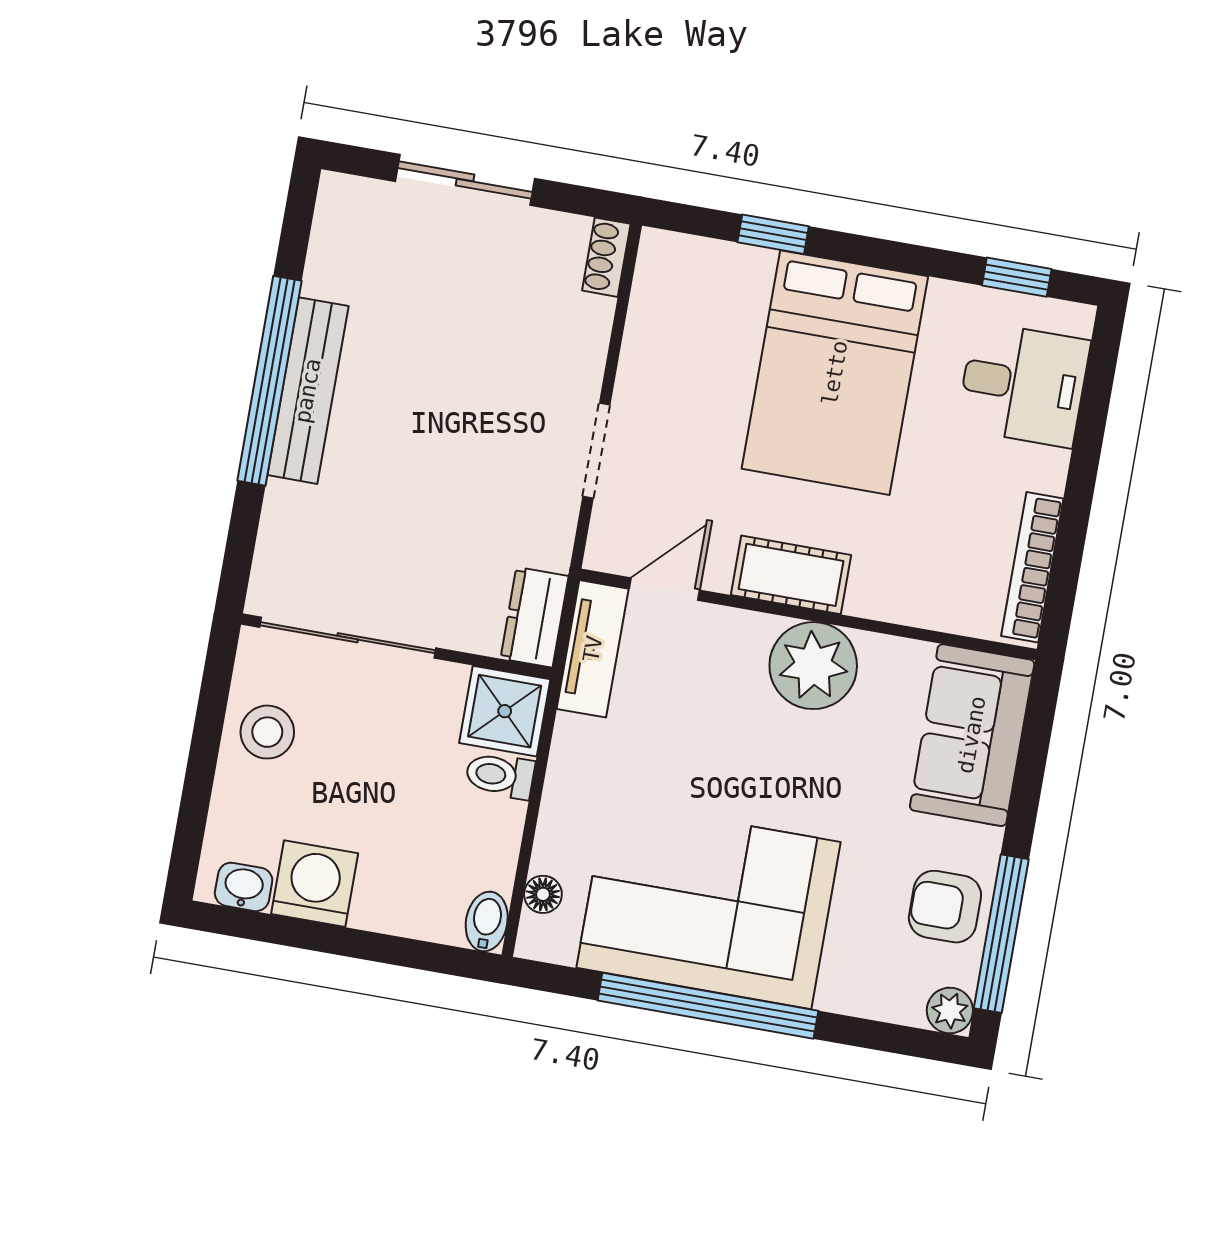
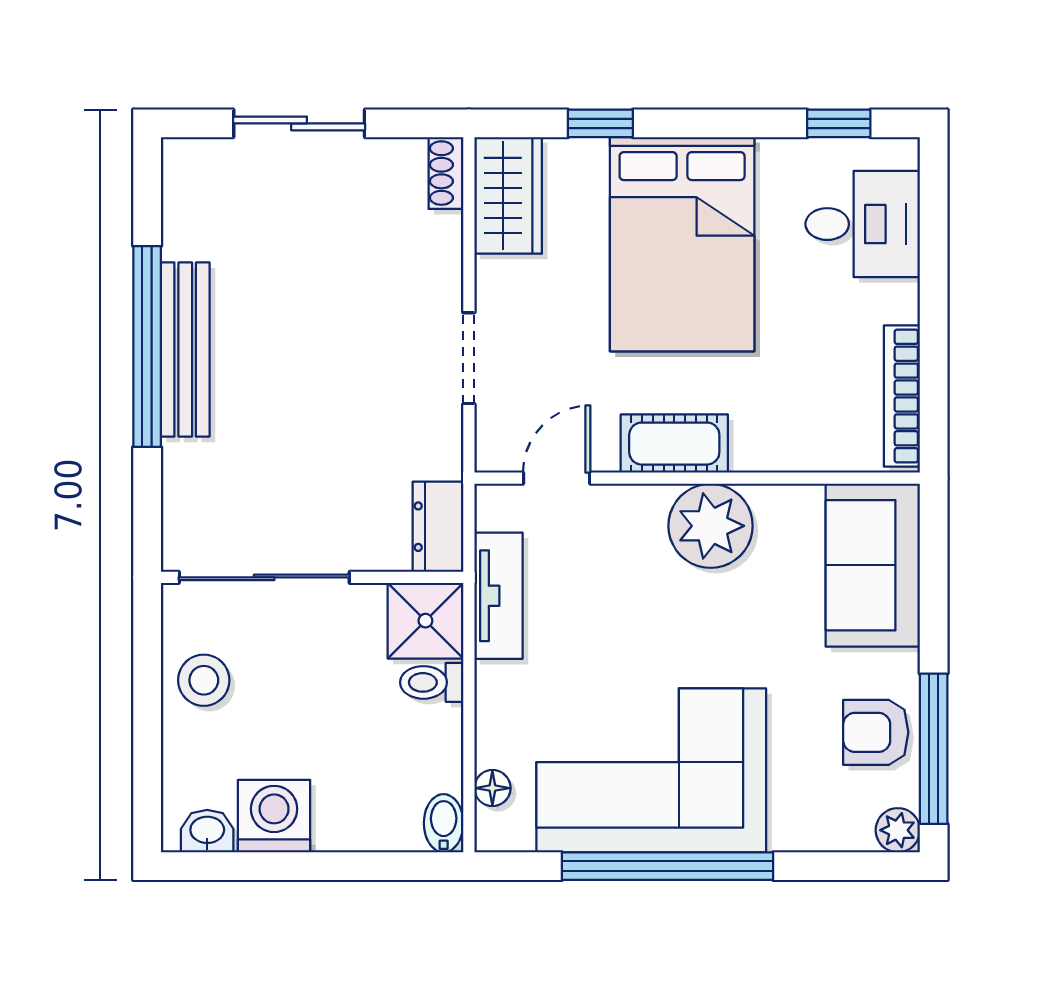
wardrobe: (666, 291) -> (508, 195), added
tv unit: (593, 649) -> (498, 596), moved

